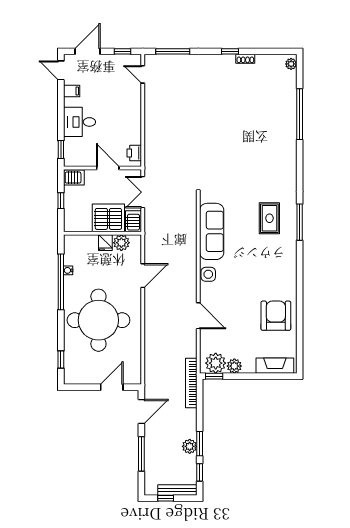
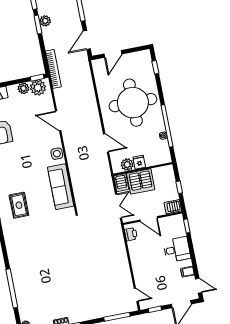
door: (143, 276) -> (106, 143), swing flipped

